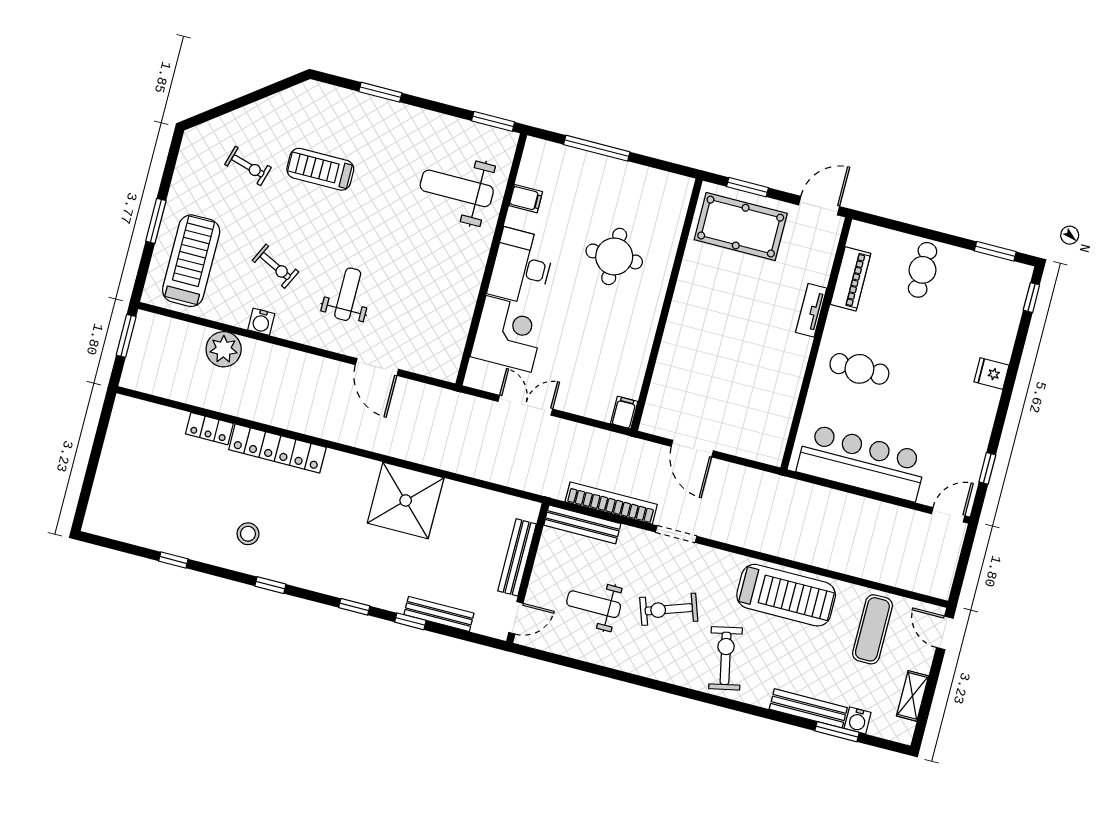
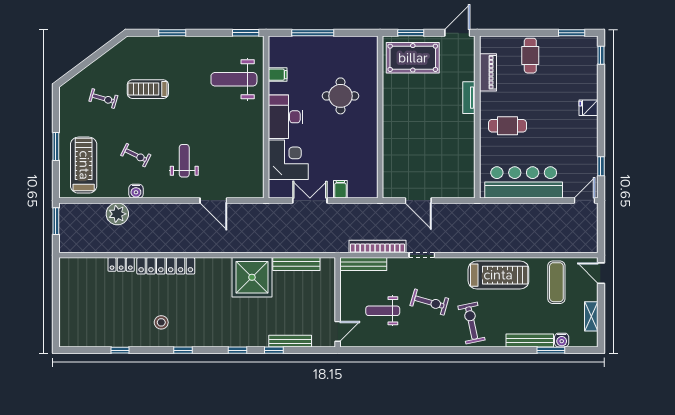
filing cabinet: (624, 413) -> (340, 189), moved
bench: (517, 557) -> (296, 264), moved, turned 90
exercise bike: (669, 609) -> (429, 302), turned -145

